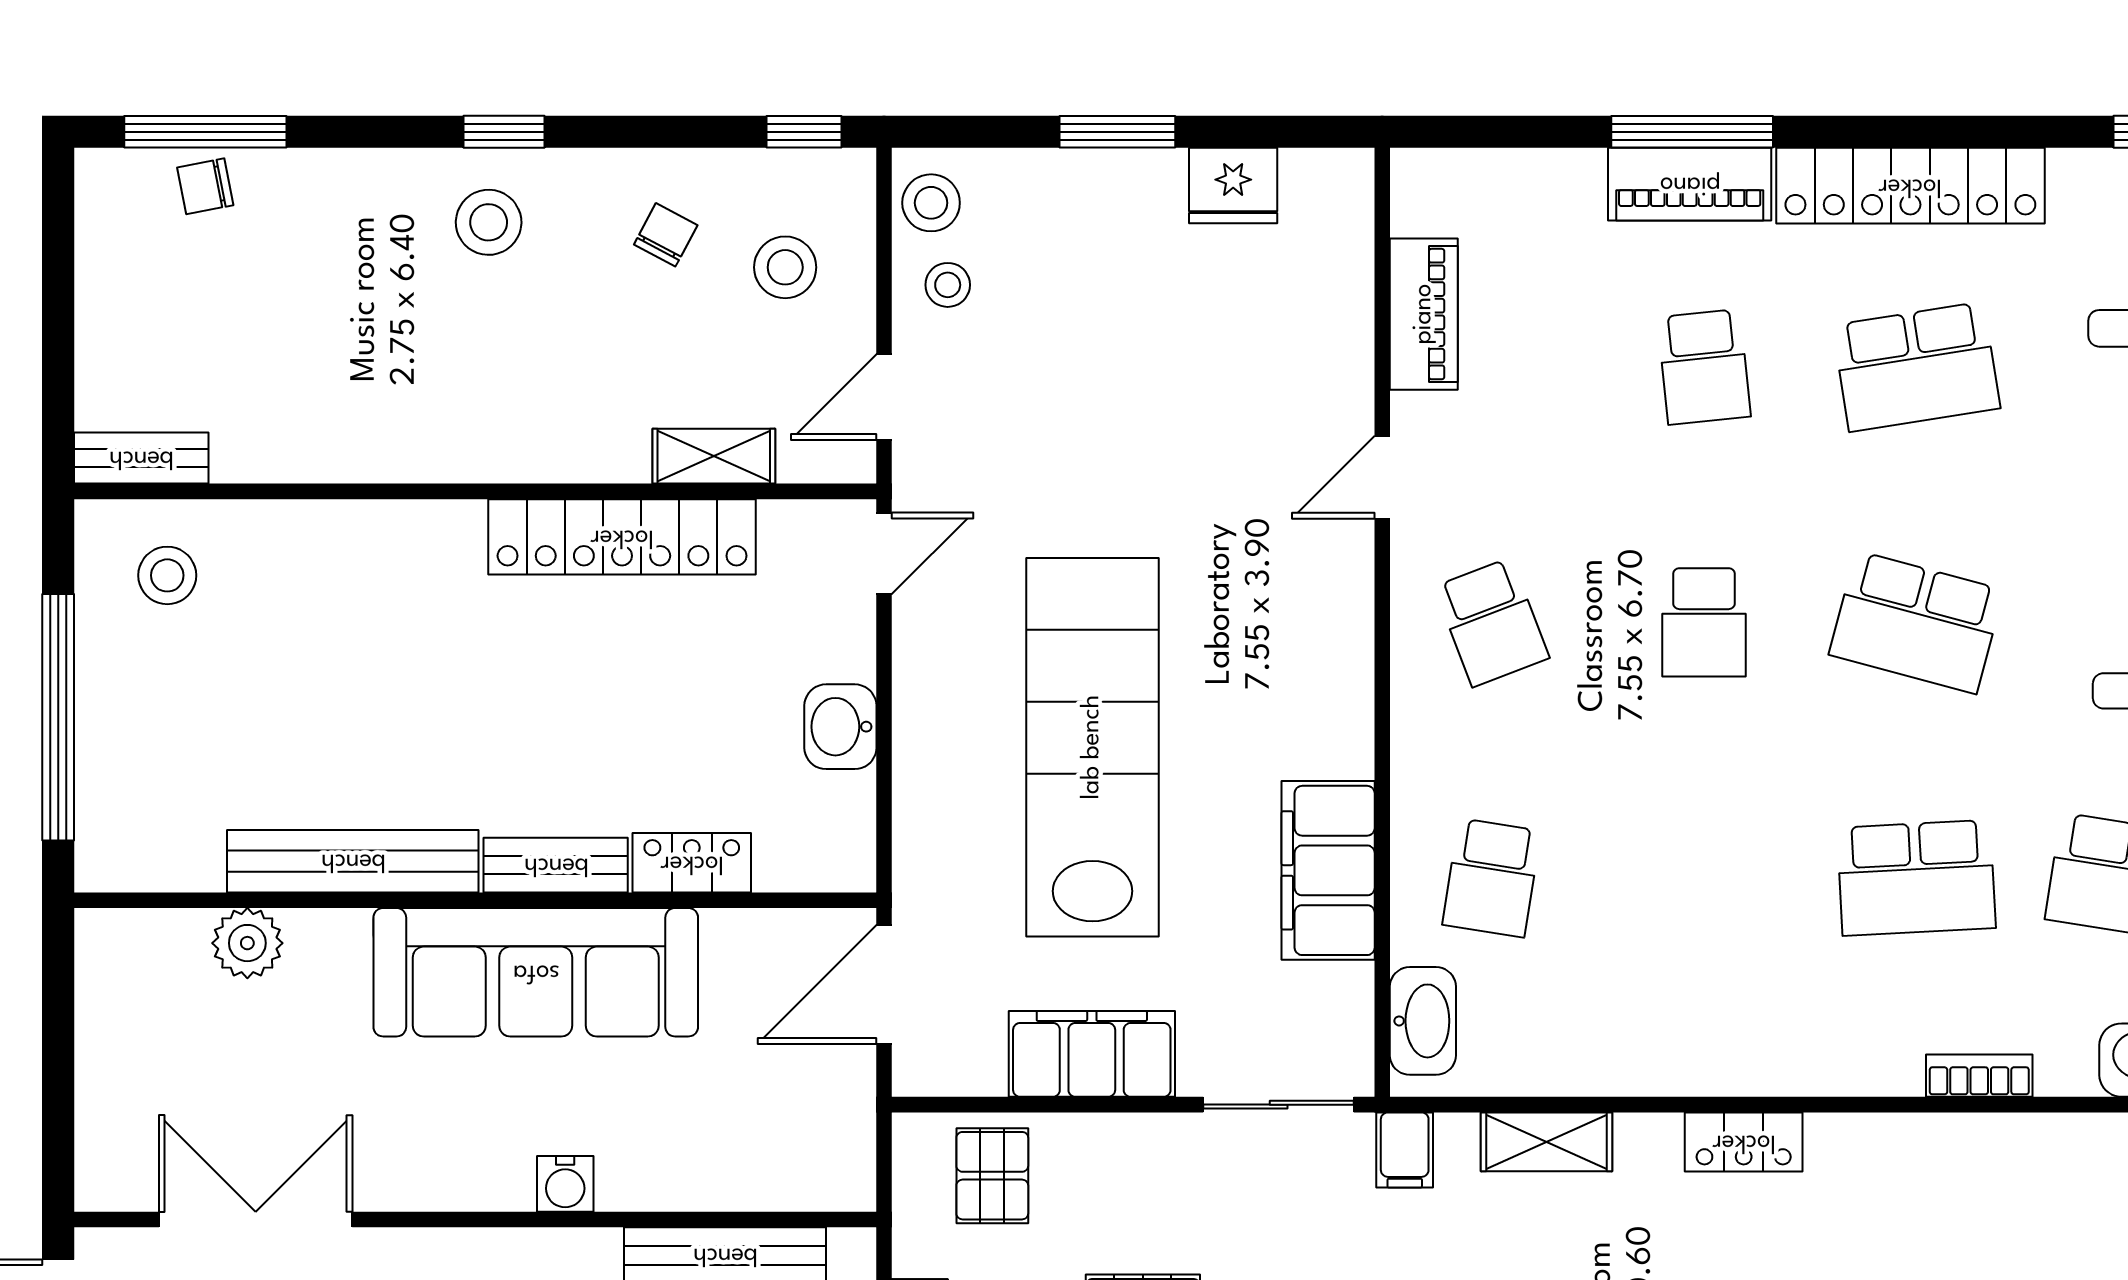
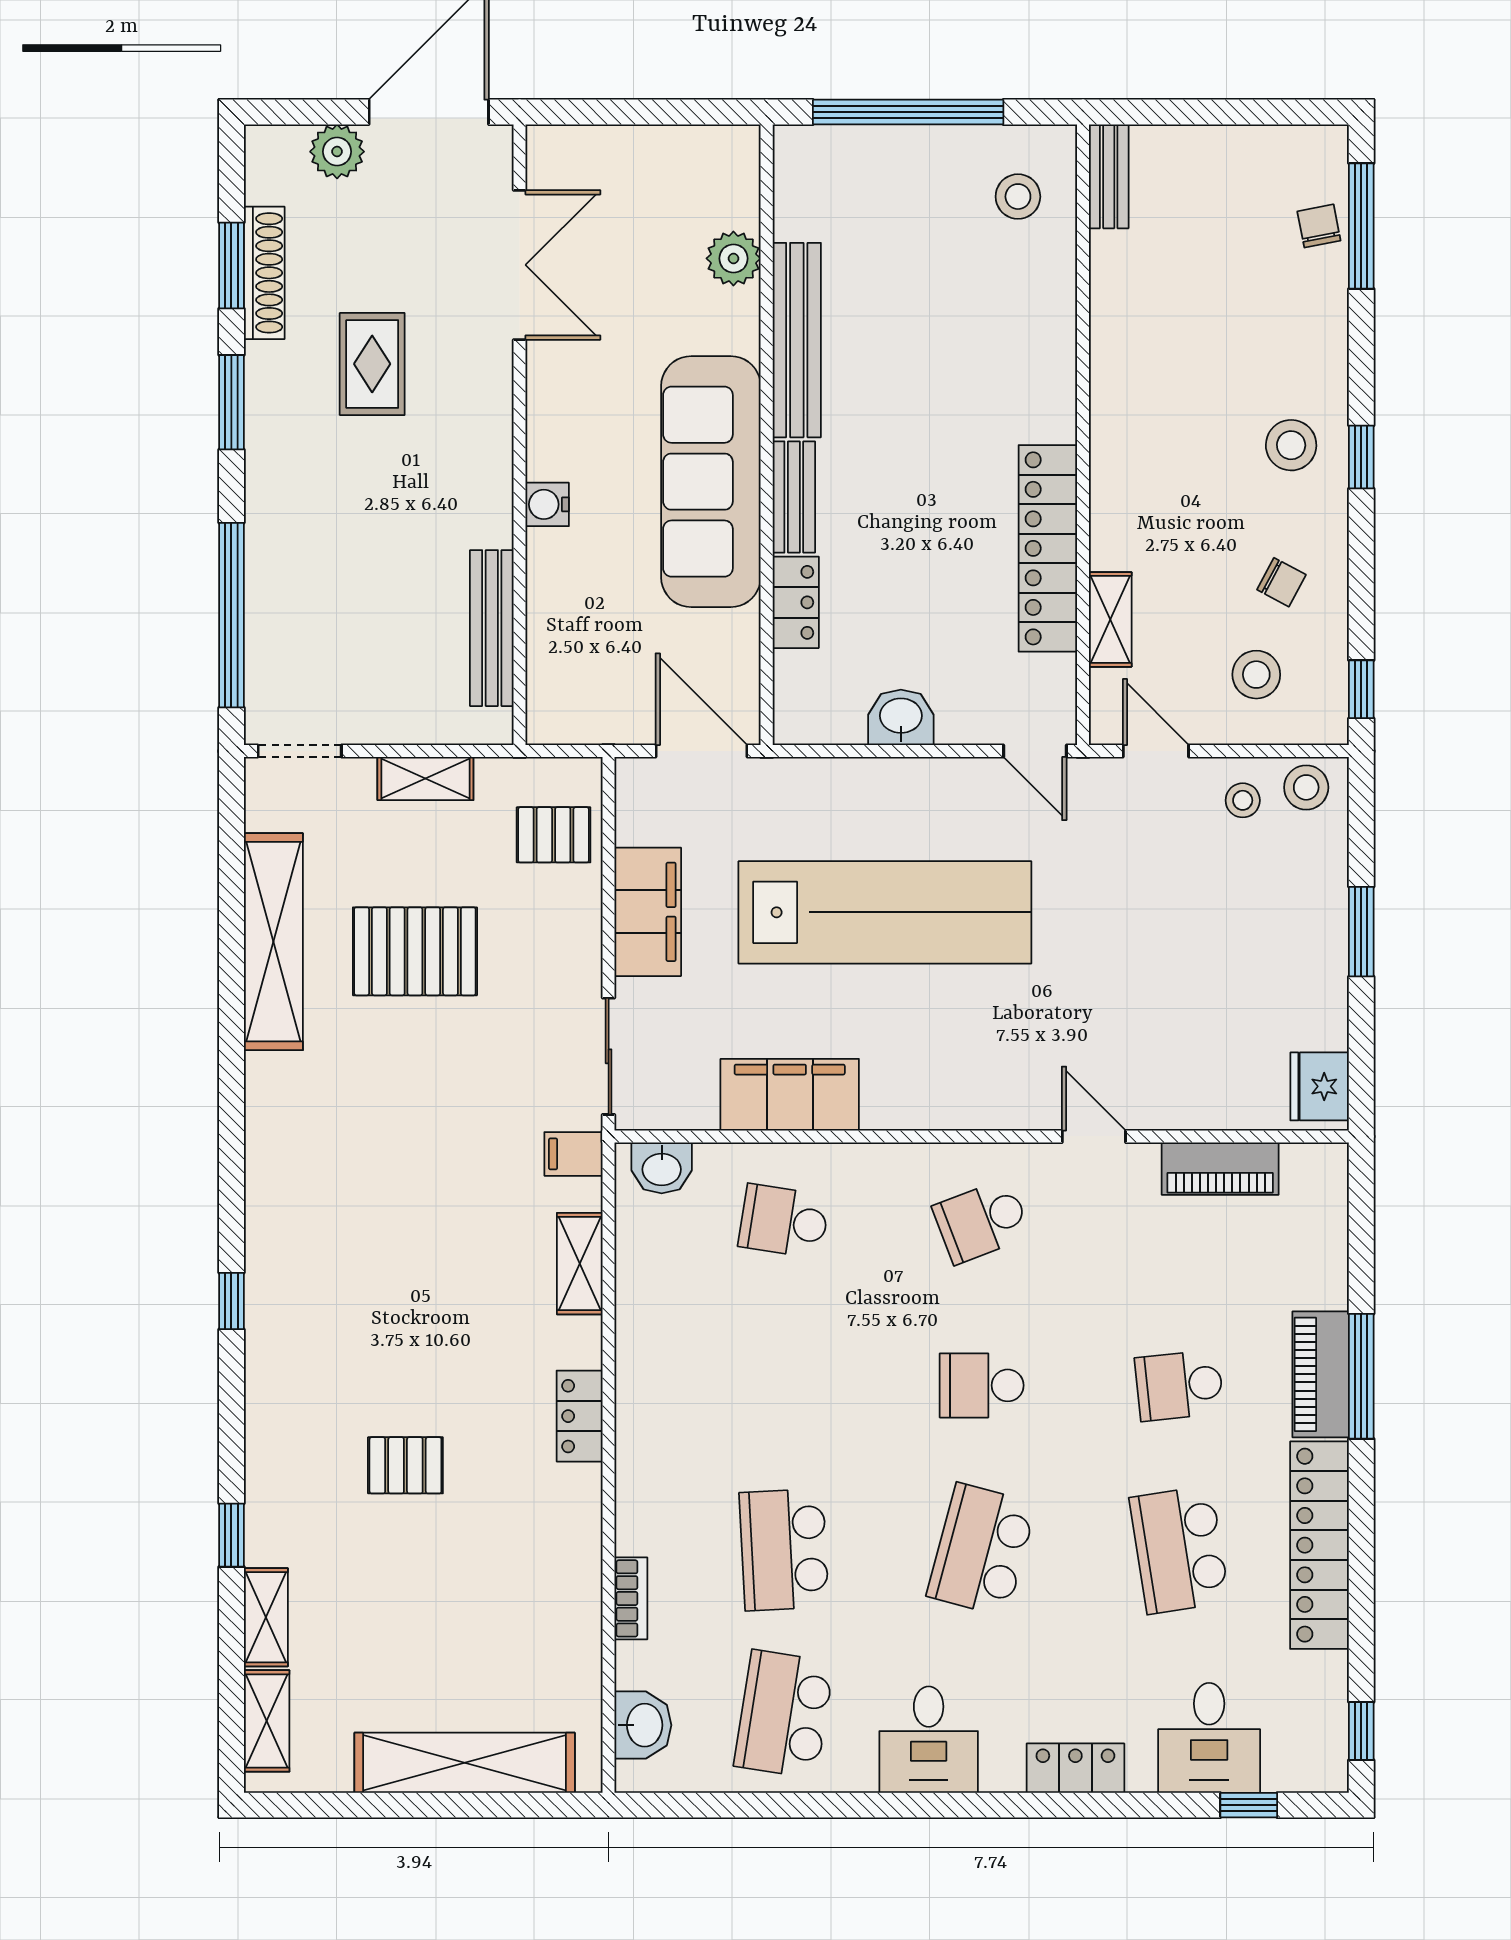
fridge: (1233, 186) -> (1320, 1086), moved
washbasin: (1423, 1021) -> (662, 1168), width x0.72

